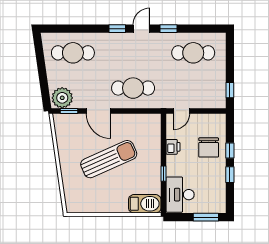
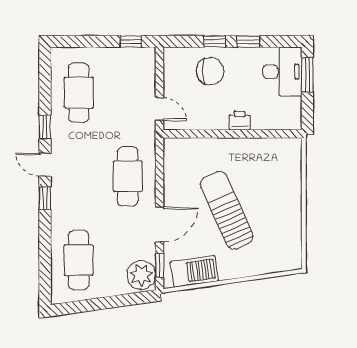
printer: (173, 147) -> (240, 121), moved
window: (164, 174) -> (247, 134), removed
desk: (180, 195) -> (282, 72), moved, turned -90
barbecue: (145, 204) -> (194, 271), moved, turned 82

